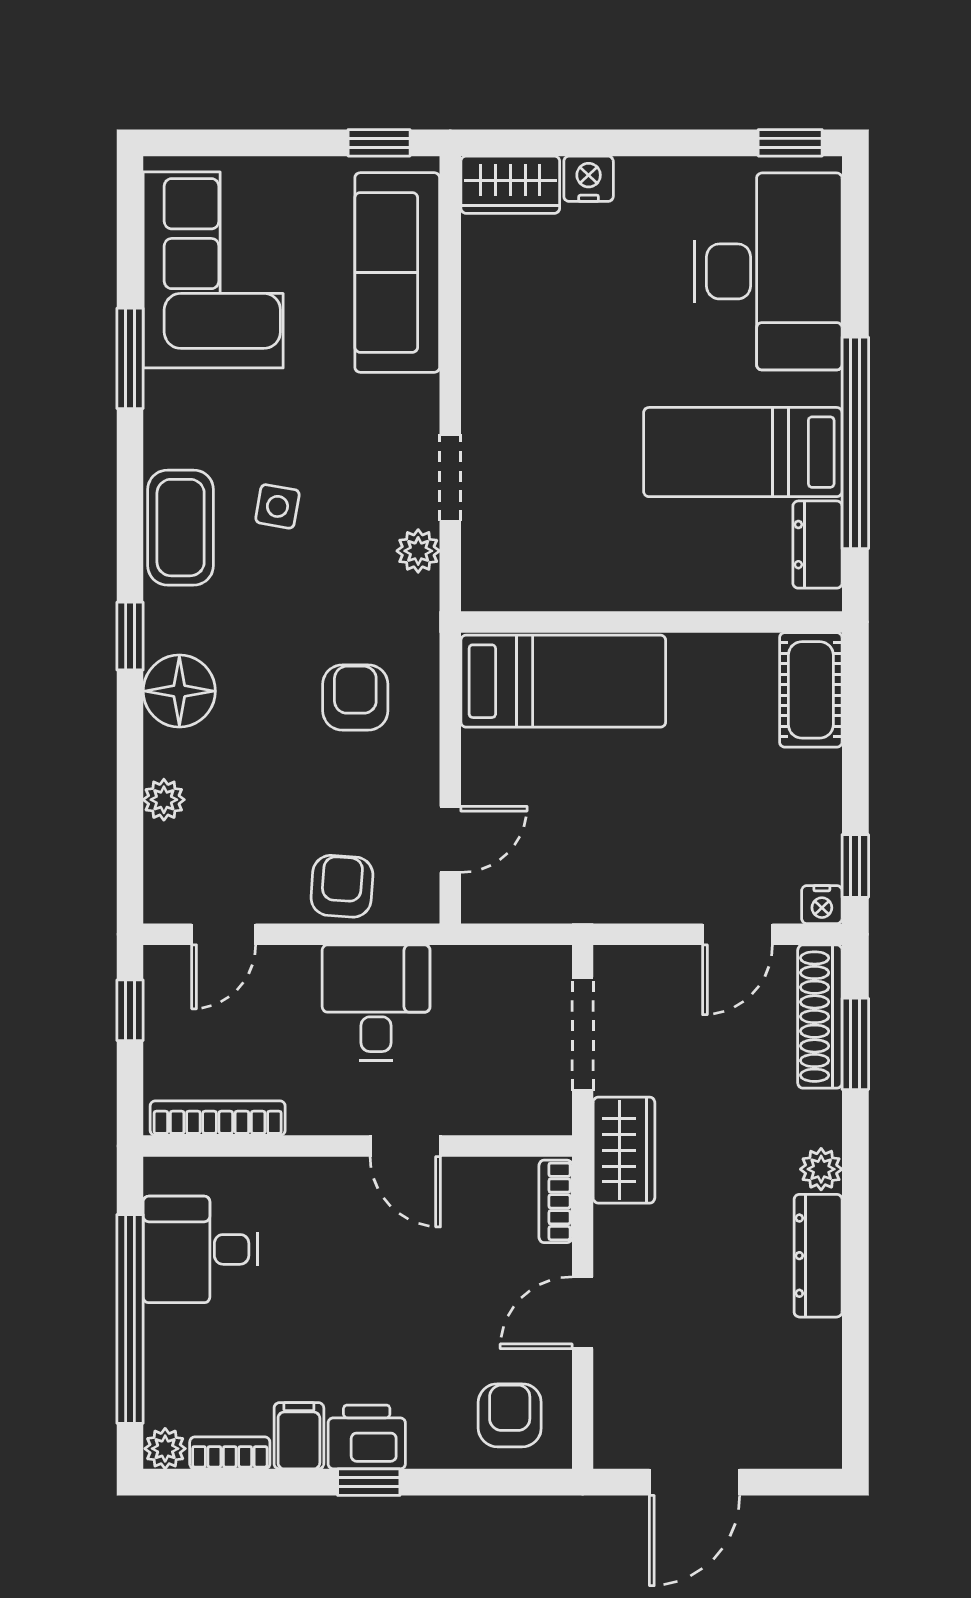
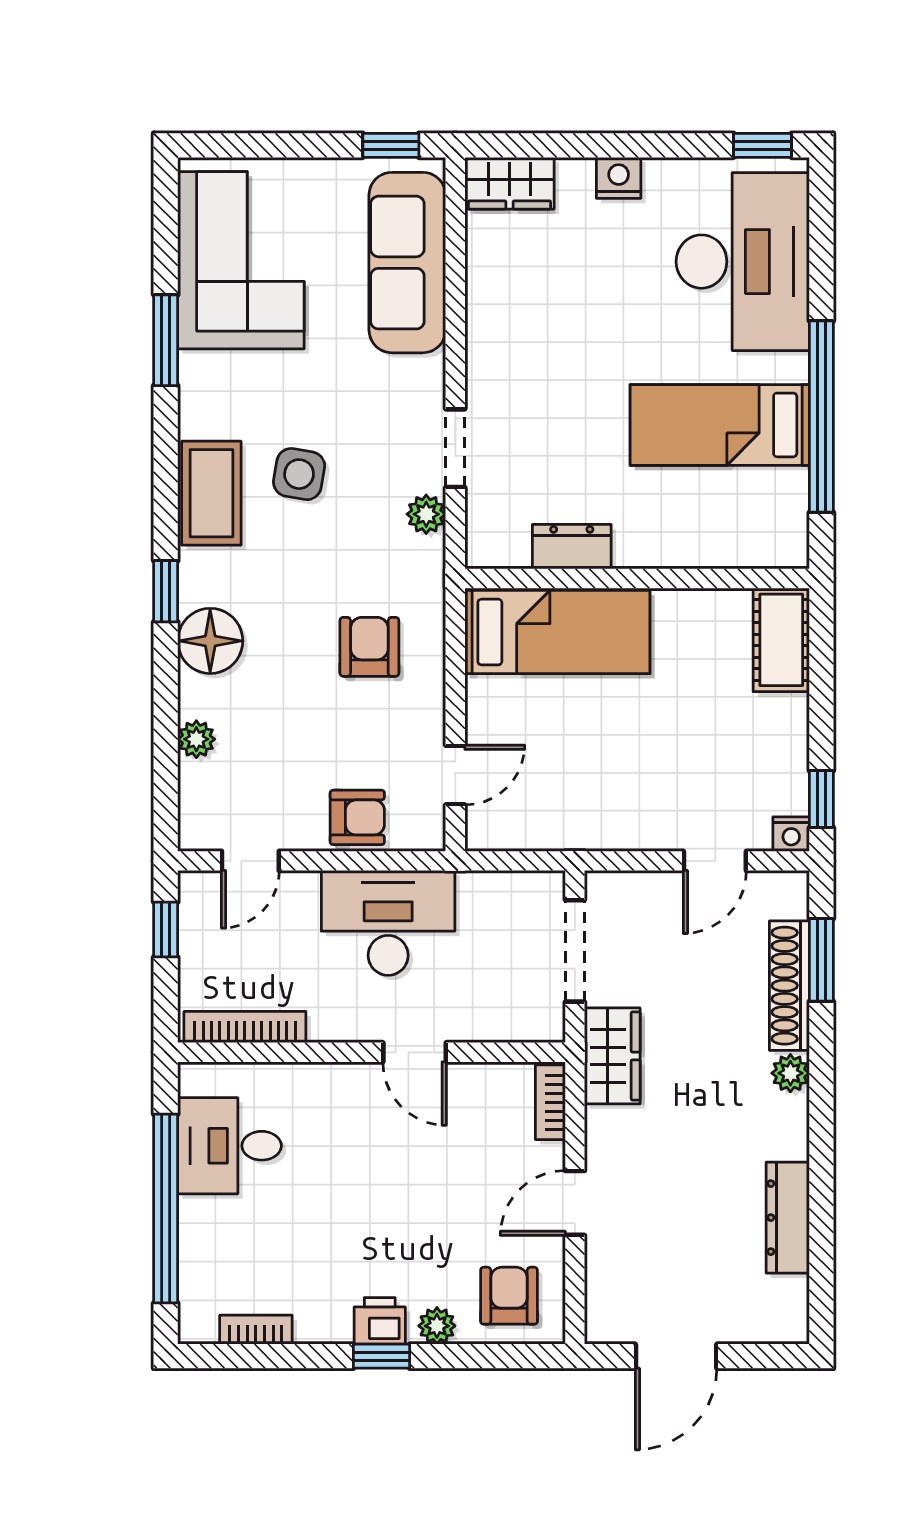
nightstand: (589, 179) -> (619, 178), moved
side table: (277, 506) -> (299, 474), width x1.37, depth x1.37
dresser: (817, 545) -> (572, 547), moved, turned 90
armchair: (342, 886) -> (357, 817), turned 86
desk: (376, 1003) -> (388, 923), width x1.37
shoe rack: (820, 1017) -> (789, 986), moved
dresser: (818, 1256) -> (788, 1218), moved
filing cabinet: (299, 1436) -> (318, 1314), removed
printer: (367, 1437) -> (380, 1321), width x0.73, depth x0.81
plant: (165, 1449) -> (437, 1326), moved

